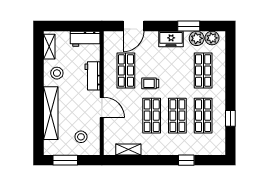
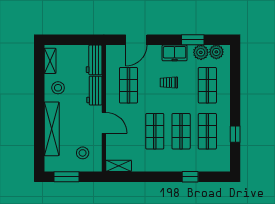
workbench: (85, 39) -> (94, 60), moved, turned 90
trolley: (150, 83) -> (169, 82), moved
shelving: (128, 150) -> (119, 166), moved

